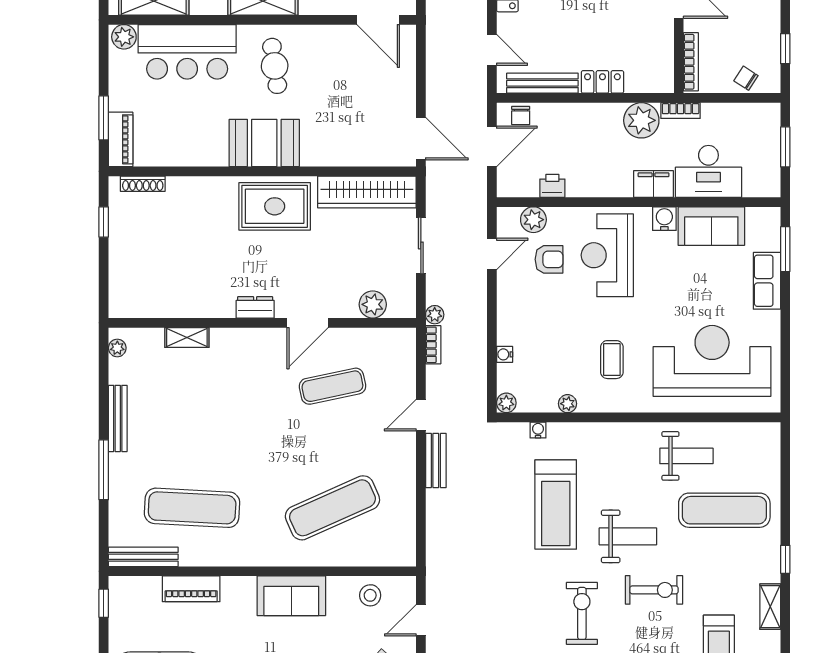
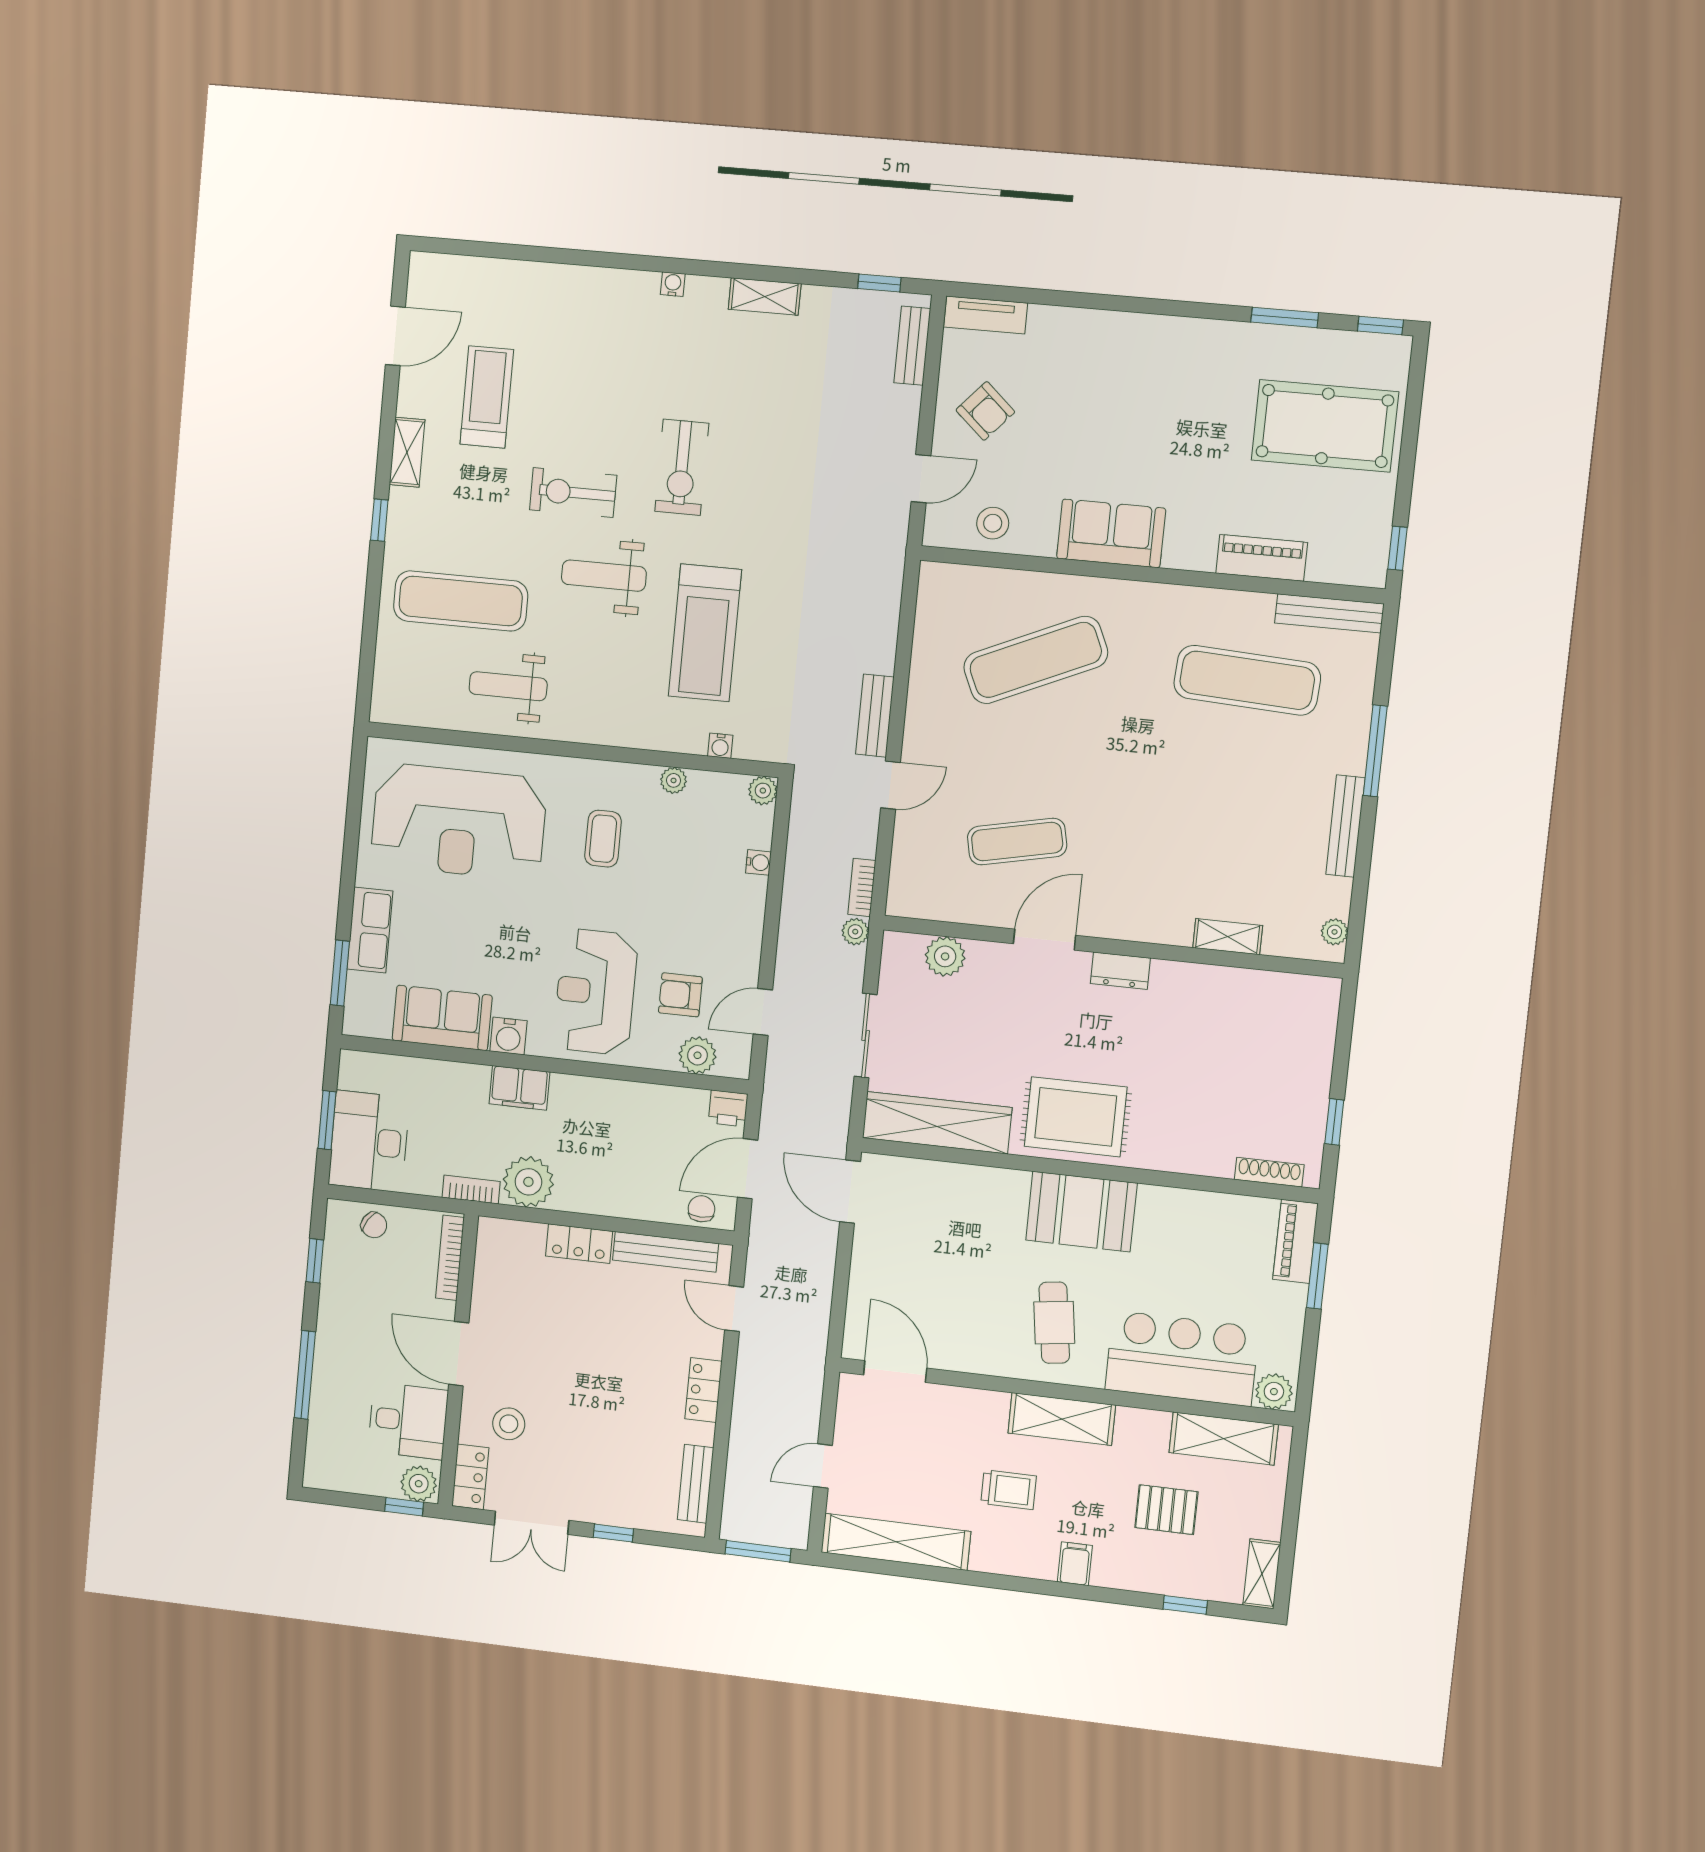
desk: (708, 171) -> (369, 1141), moved, turned -90
printer: (552, 186) -> (728, 1108), moved
reception desk: (607, 255) -> (595, 992), turned 180
treadmill: (556, 505) -> (705, 633), turned 180

